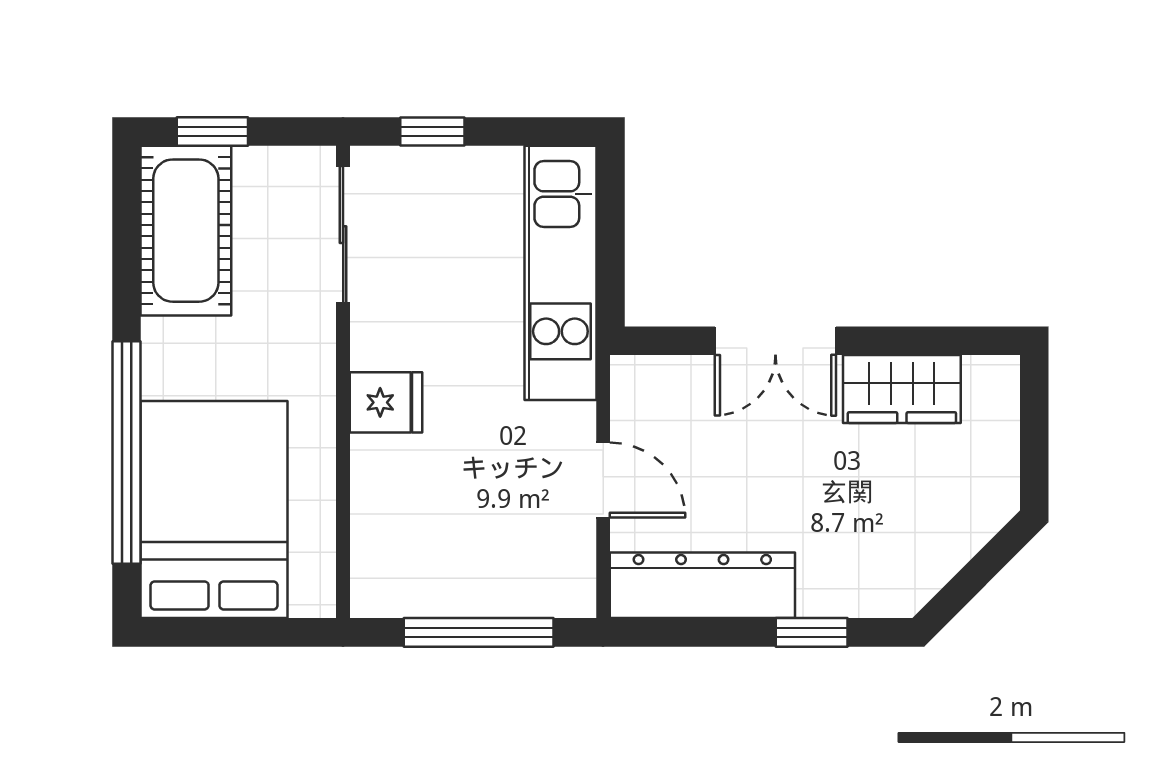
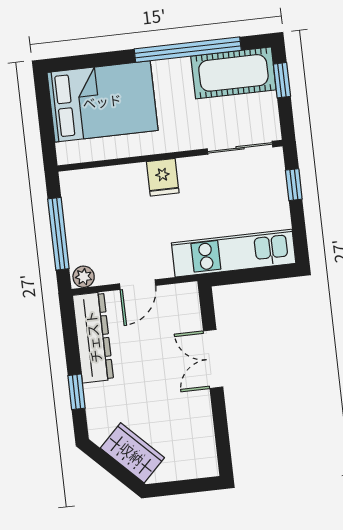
wardrobe: (902, 389) -> (132, 453), moved, turned 135
window: (127, 452) -> (188, 50), moved
plant: (574, 590) -> (84, 277), added

